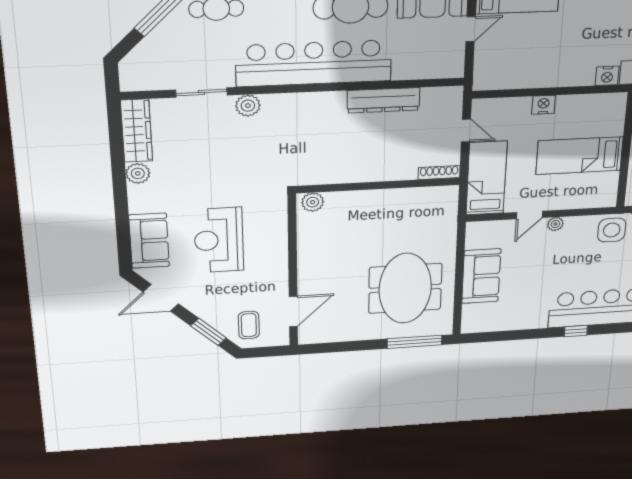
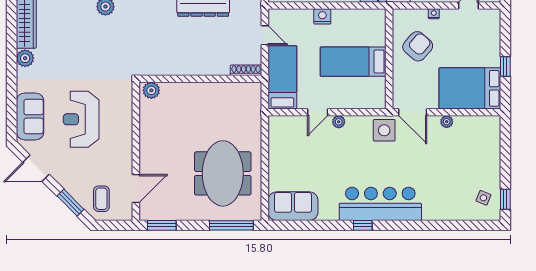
sofa: (481, 276) -> (293, 206), moved, turned -90
window: (327, 348) -> (162, 225), added

